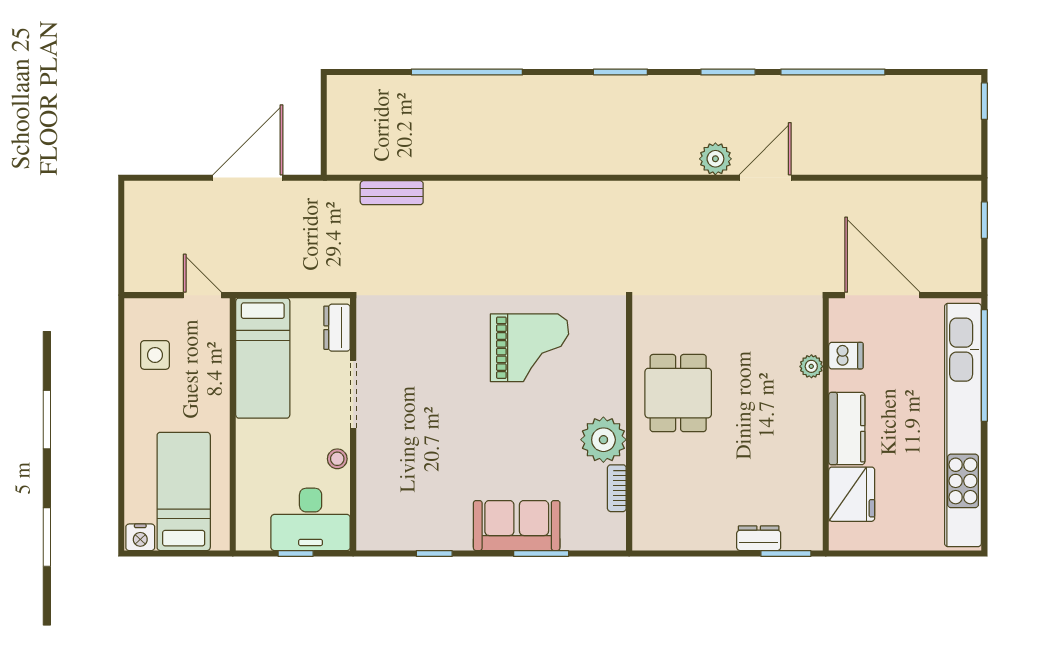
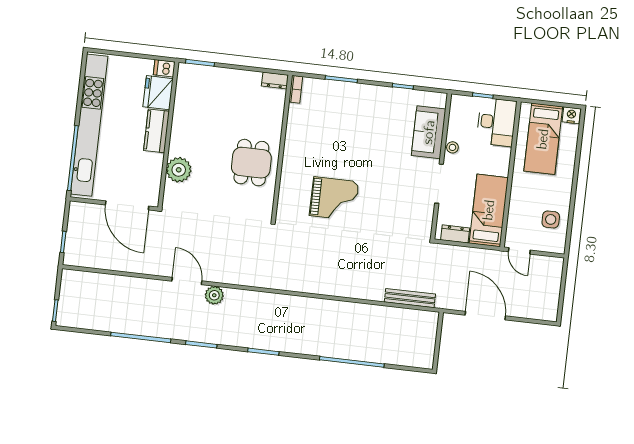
door: (248, 178) -> (485, 316), swing flipped
door: (765, 178) -> (187, 281), swing flipped
bench: (392, 193) -> (410, 298), width x1.36
dresser: (337, 328) -> (455, 234), moved, turned -90
grand piano: (530, 348) -> (334, 199), turned 180
dishwasher: (846, 356) -> (164, 68), moved
plant: (811, 366) -> (179, 170), width x1.87, depth x1.87
plant: (603, 440) -> (298, 141), removed
bookcase: (617, 488) -> (296, 89), moved
desk: (311, 519) -> (497, 122), moved, turned 90
sofa: (517, 526) -> (429, 132), moved, turned 90
dresser: (759, 538) -> (275, 80), moved

